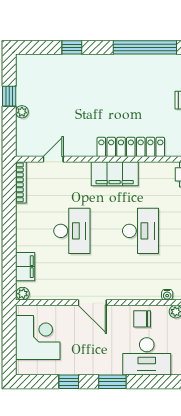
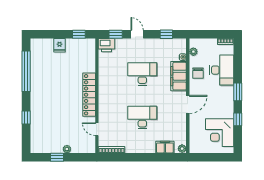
locker: (131, 147) -> (89, 95), moved
filing cabinet: (115, 174) -> (179, 76), moved, turned 180
corner desk: (38, 337) -> (220, 133), moved, turned -90

